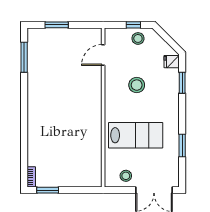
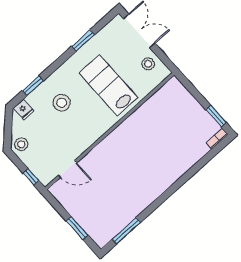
window: (133, 25) -> (31, 177), moved
stool: (138, 38) -> (21, 144), moved
stool: (137, 85) -> (62, 103), moved

